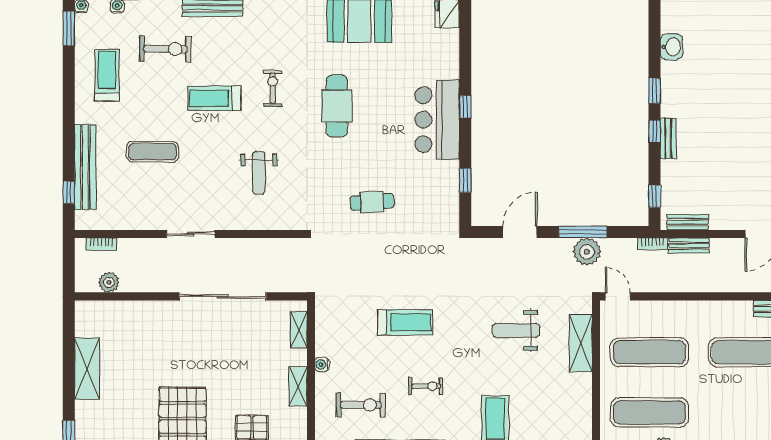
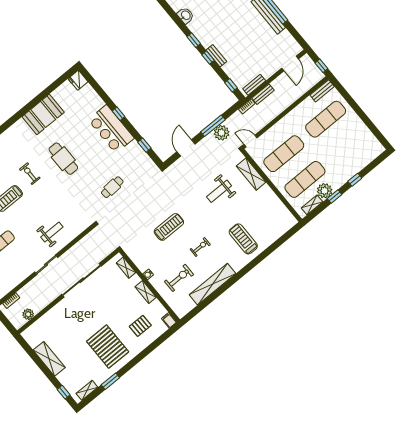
weight bench: (259, 173) -> (52, 232), moved, turned -90

